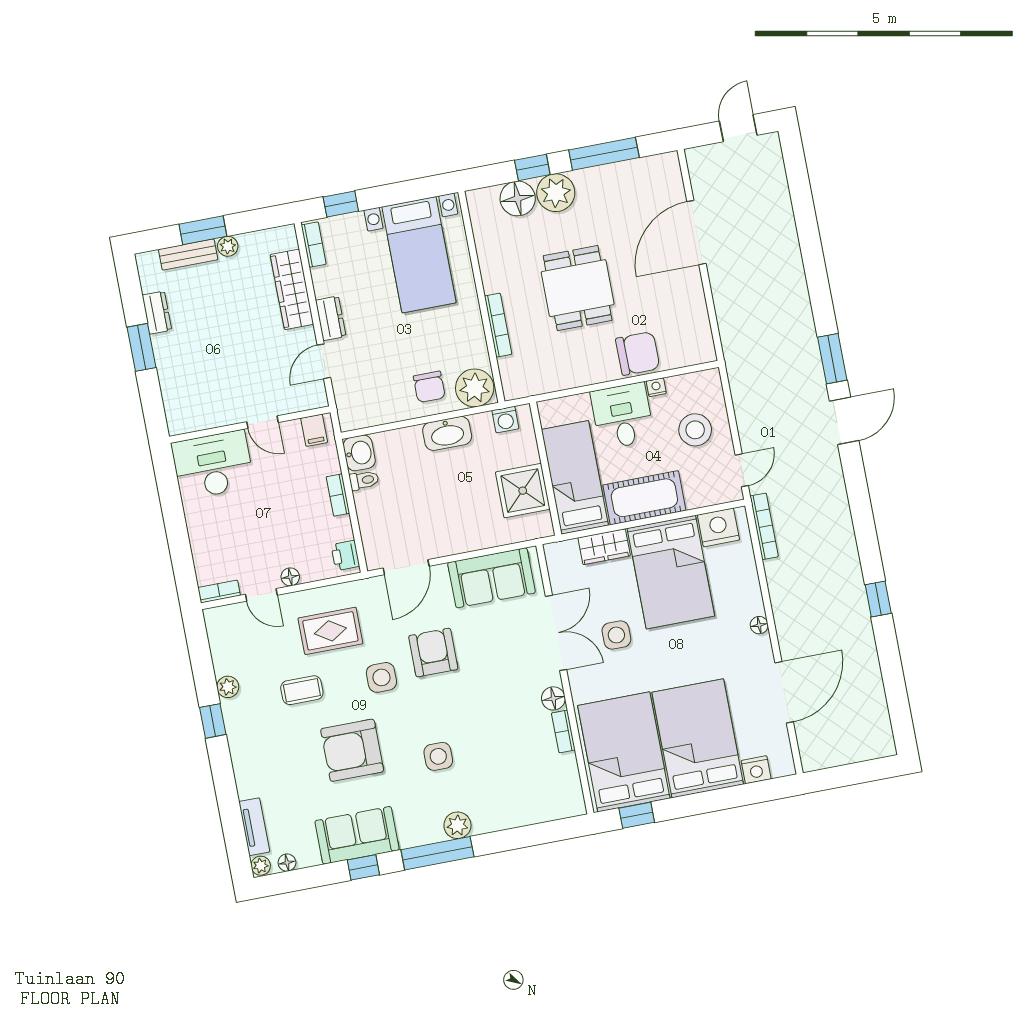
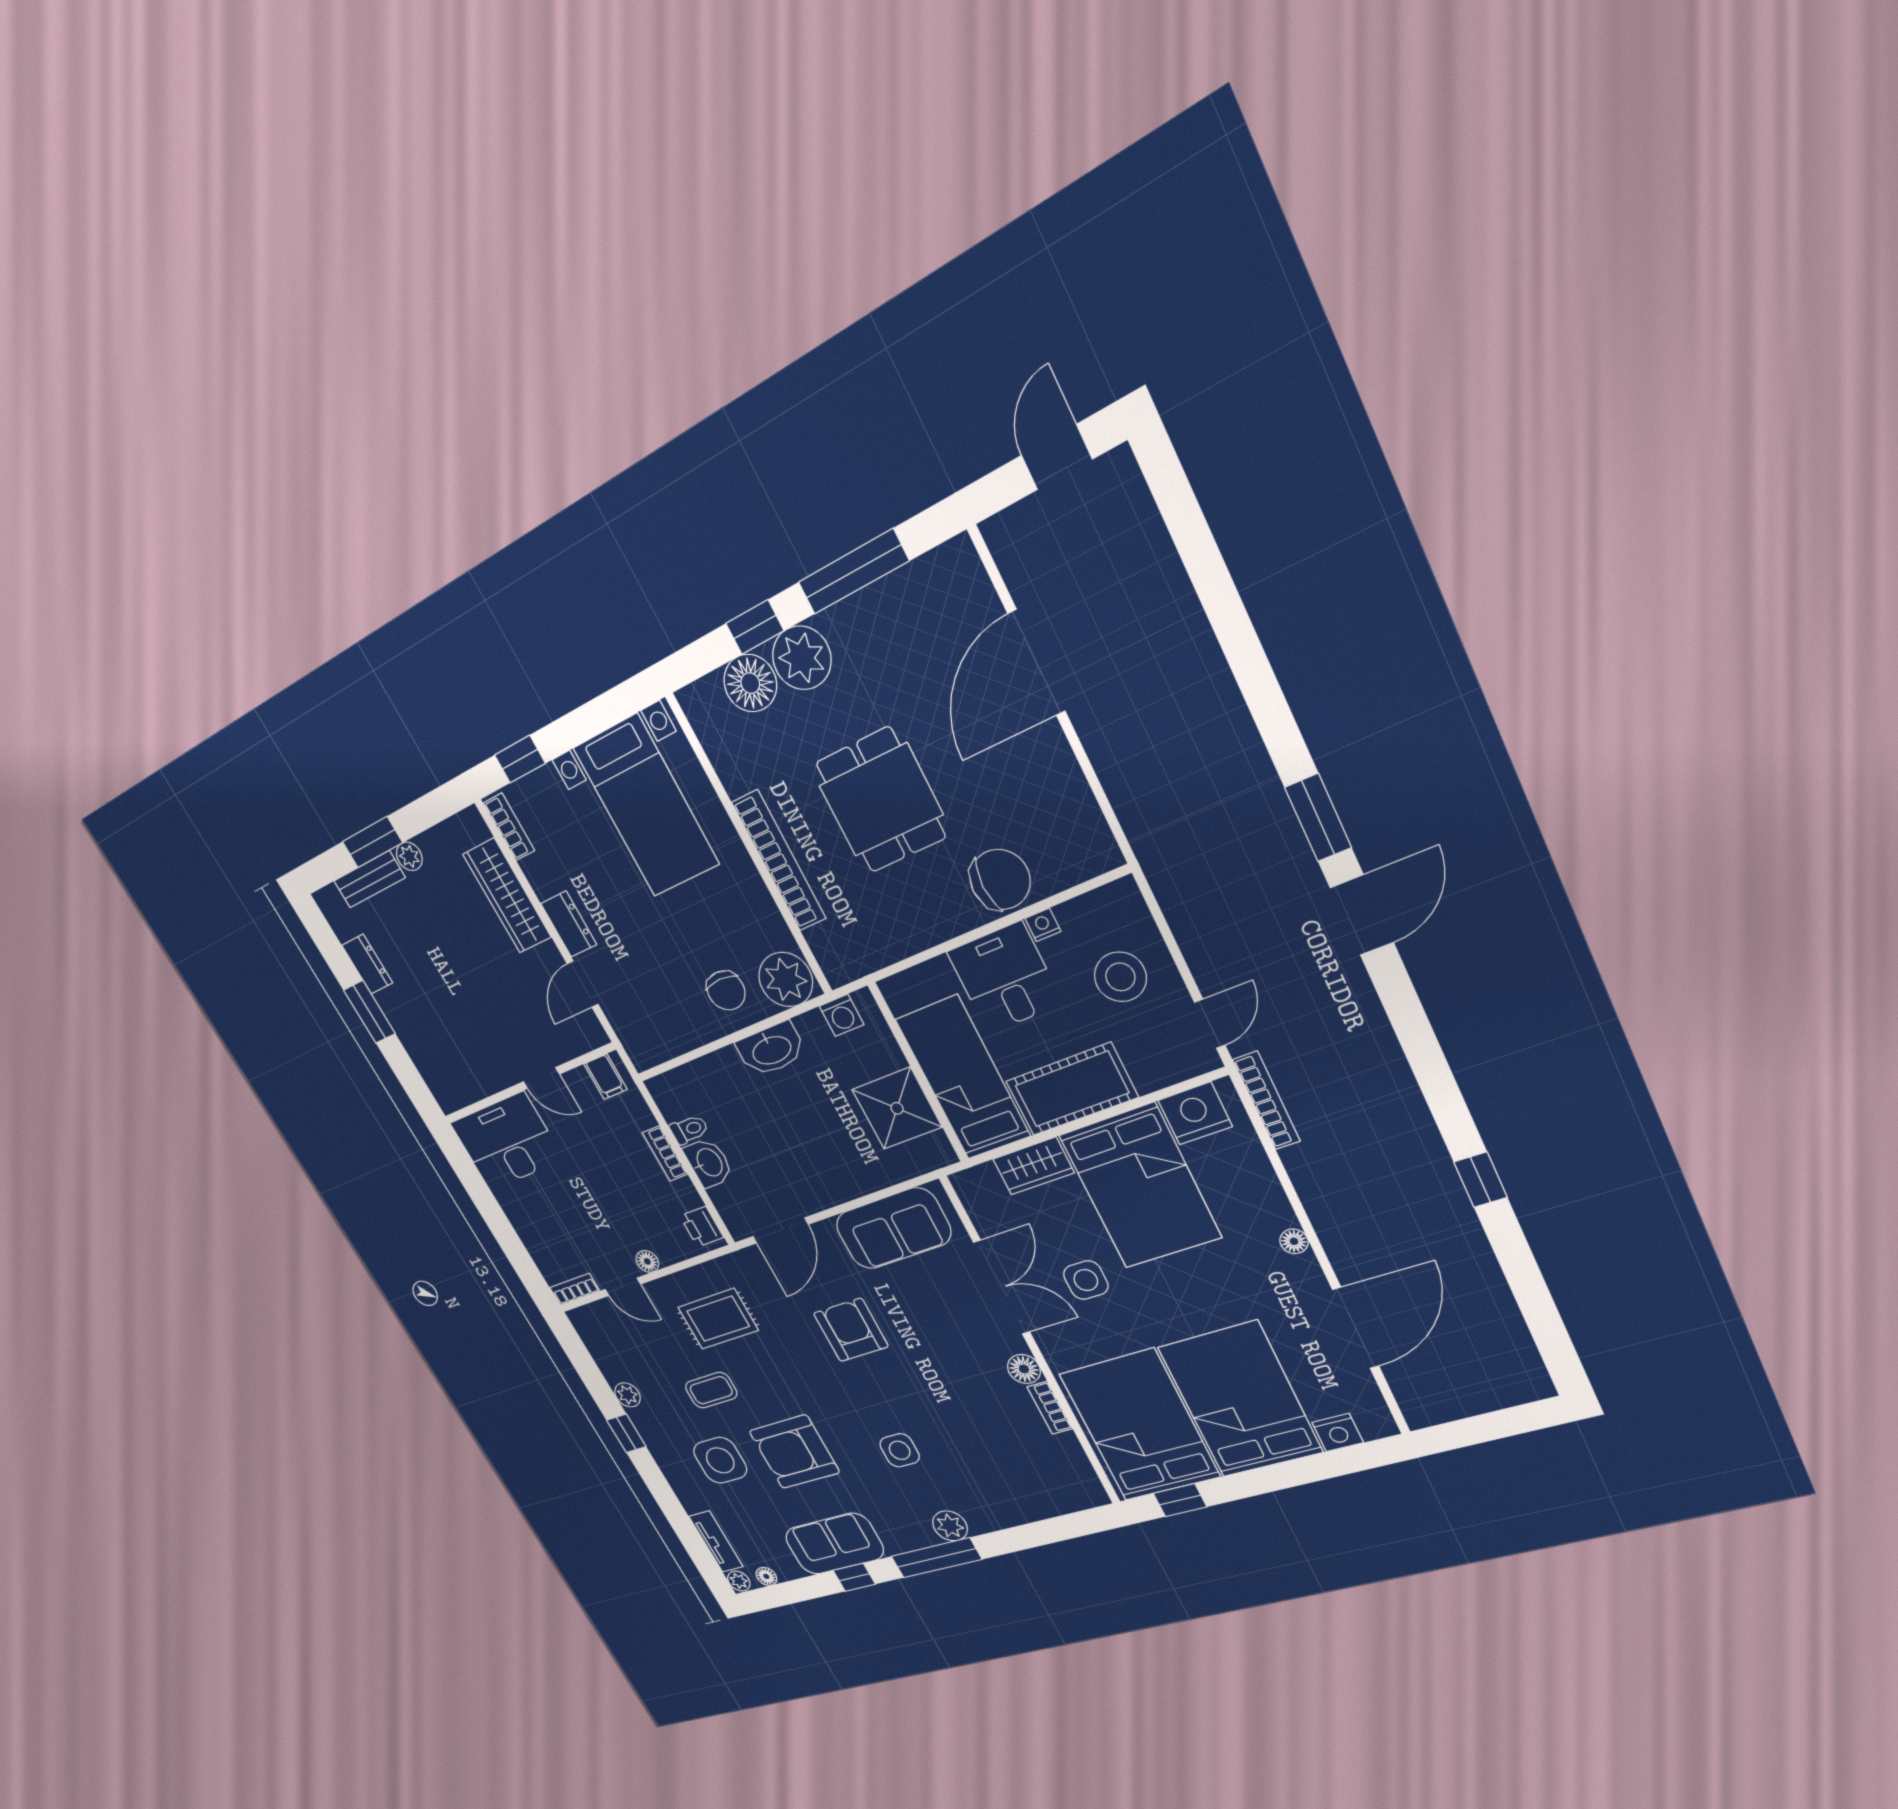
bookcase: (498, 325) -> (779, 861), width x1.48, depth x1.31
washbasin: (359, 453) -> (709, 1163), moved
side table: (381, 677) -> (720, 1460), moved, width x1.37, depth x1.37

